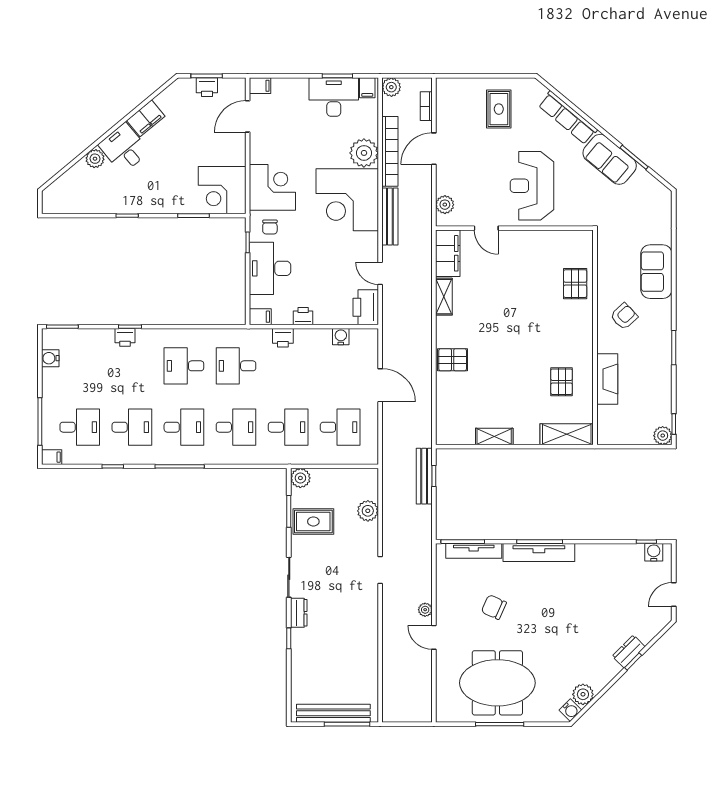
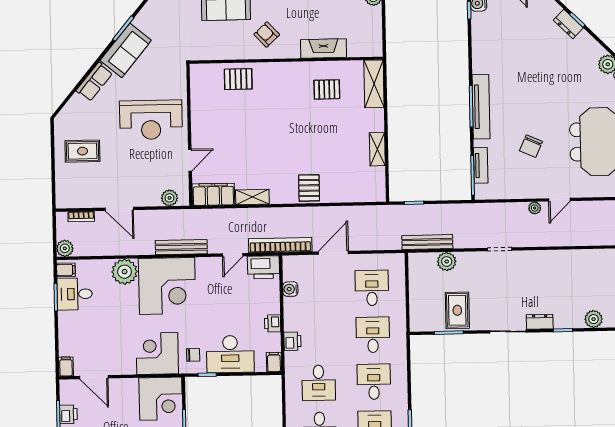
desk: (334, 97) -> (75, 294), width x0.73
row of seats: (568, 118) -> (94, 82), width x0.68
bookcase: (390, 151) -> (280, 245), moved
bench: (424, 476) -> (427, 242), moved
plant: (300, 478) -> (594, 319), moved
tv unit: (474, 551) -> (481, 165), width x0.71

